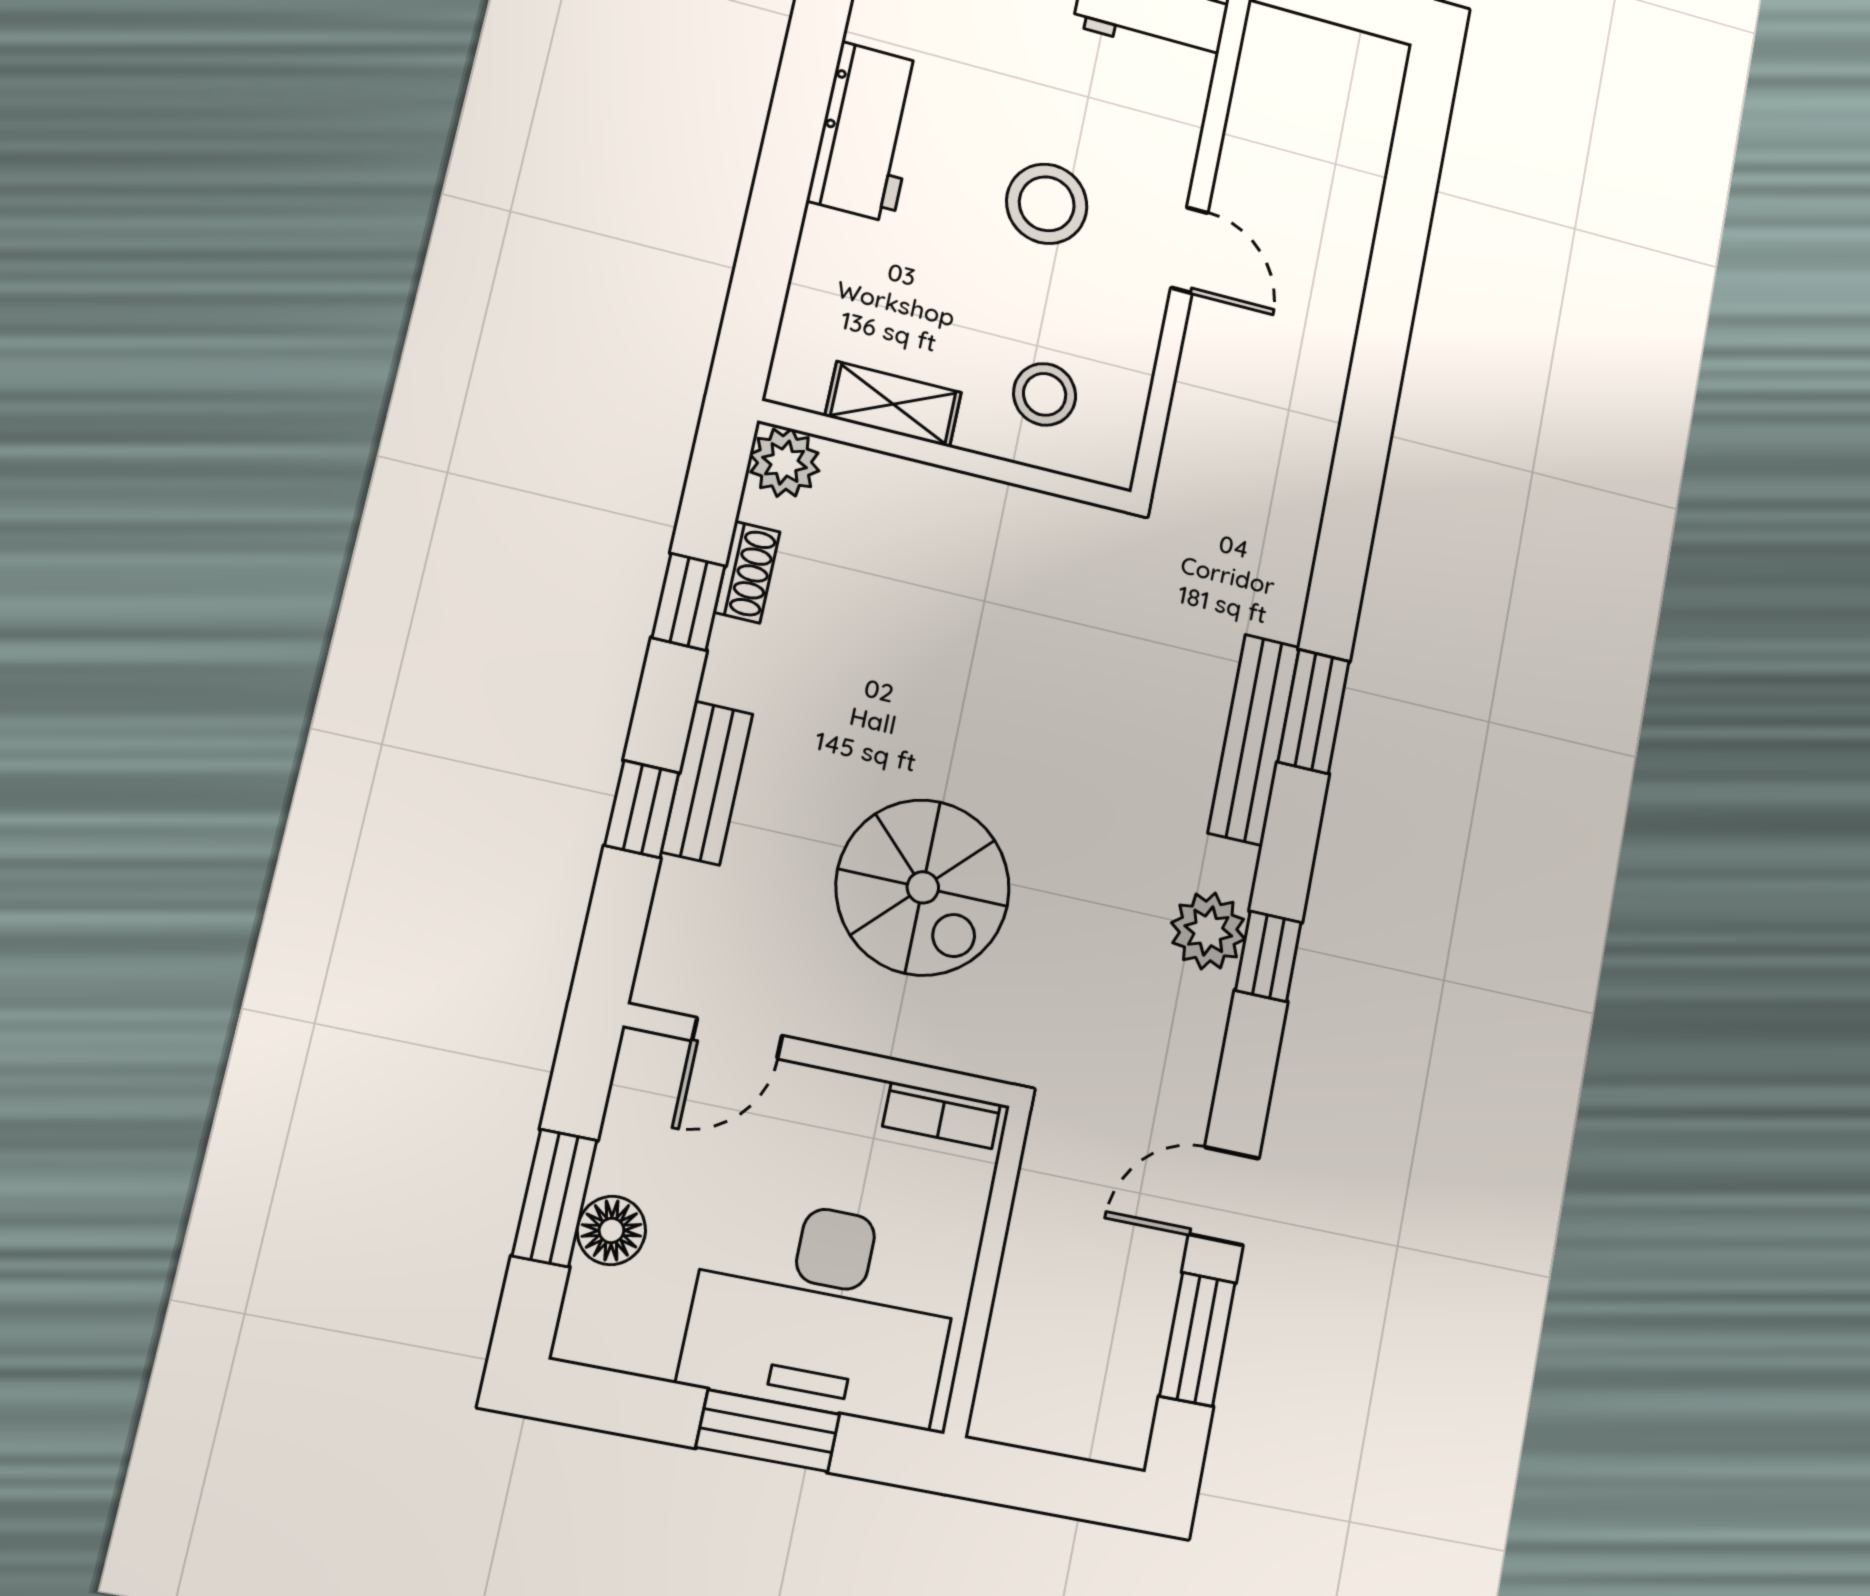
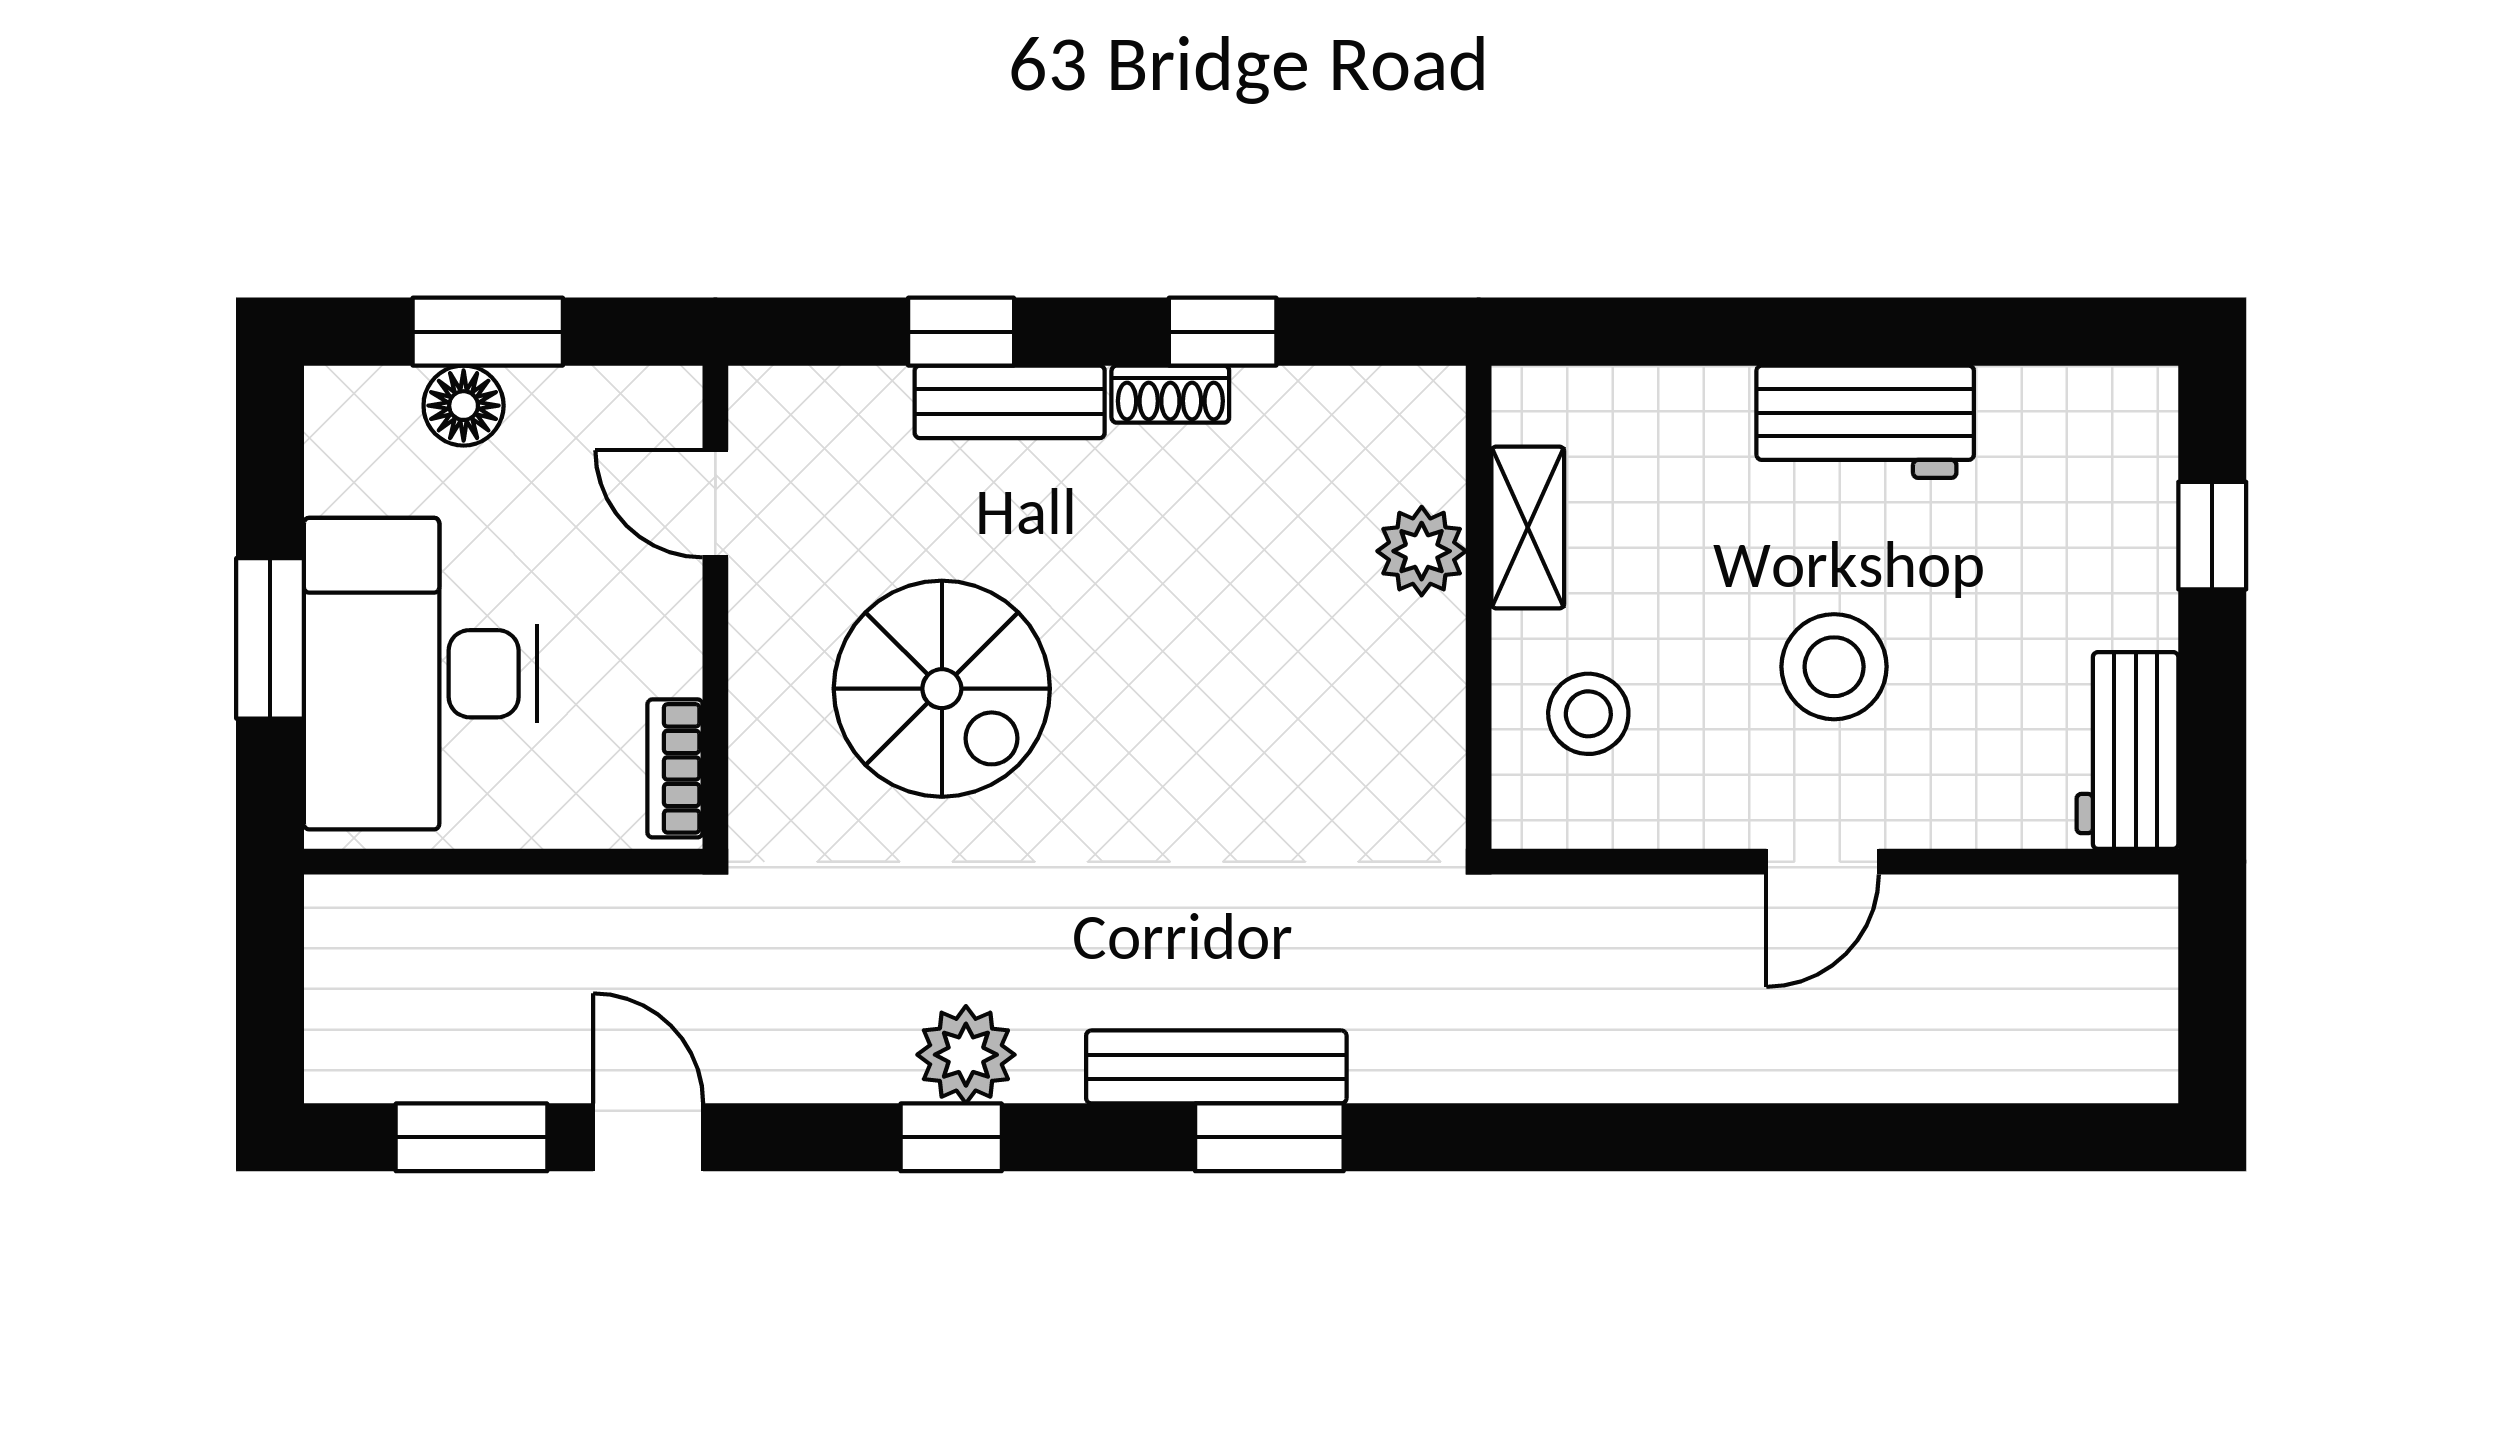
plant: (784, 463) -> (1422, 551), moved
shoe rack: (747, 572) -> (1170, 394), moved
spiral stairs: (923, 887) -> (942, 689), turned -90

